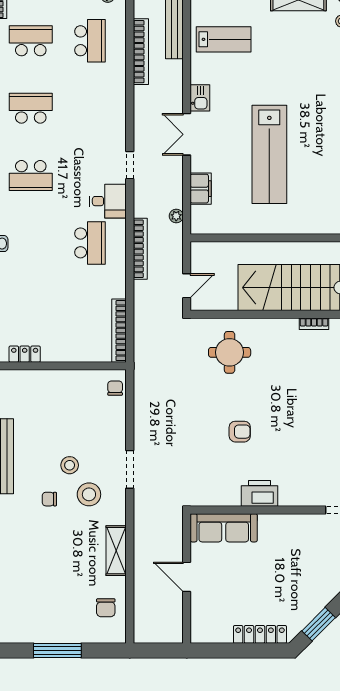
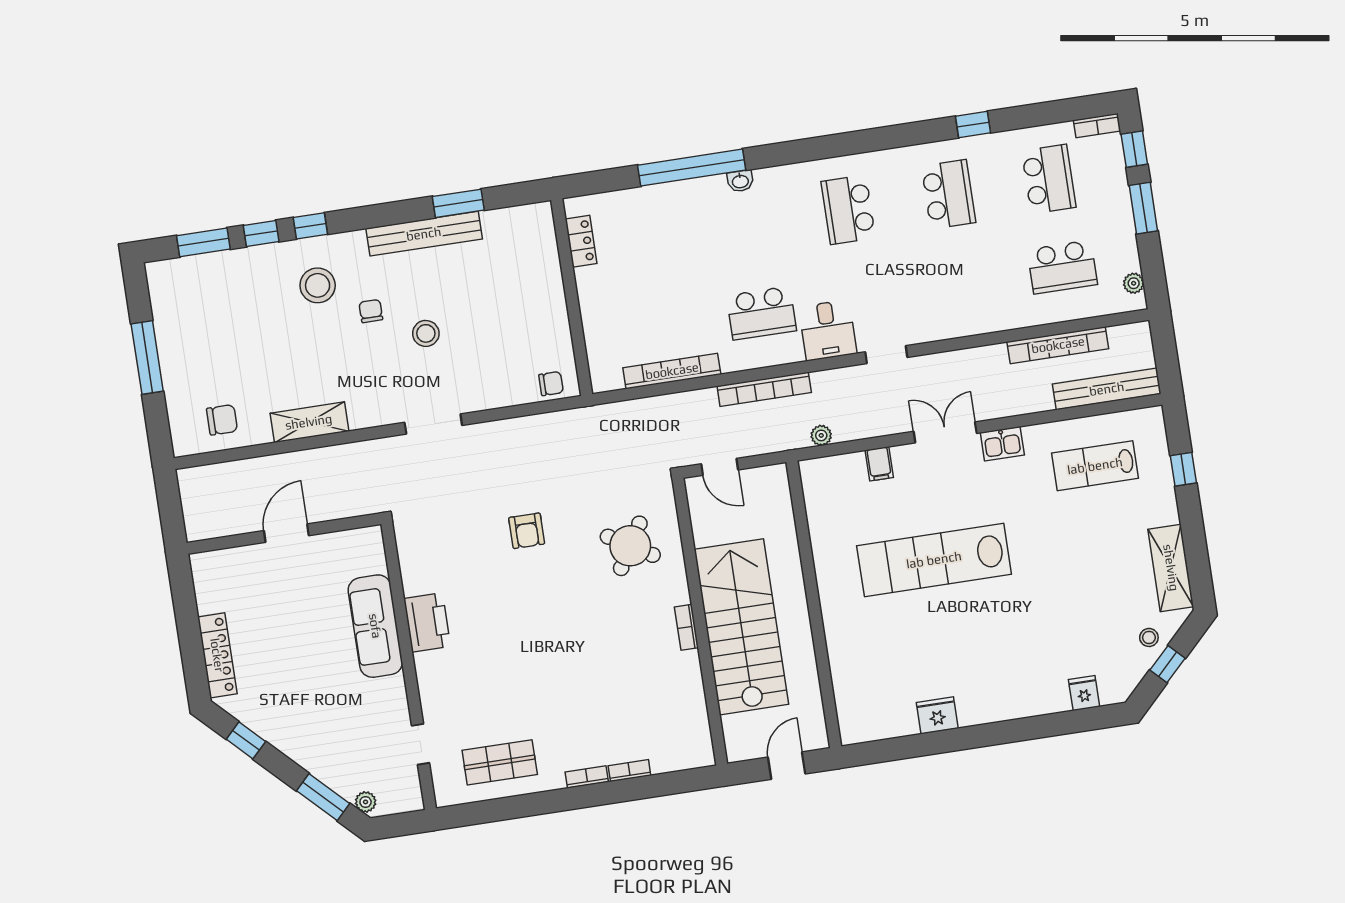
lab bench: (224, 39) -> (1095, 466), turned 90
filing cabinet: (201, 189) -> (879, 464), width x0.50
bookcase: (314, 324) -> (686, 627), moved
bookcase: (119, 331) -> (672, 371), moved
round table: (230, 352) -> (630, 546), turned 31
armchair: (240, 432) -> (527, 531), moved
stool: (89, 494) -> (318, 285), moved
sofa: (224, 528) -> (375, 626), moved
chair: (106, 608) -> (222, 420), turned 180
window: (319, 624) -> (246, 740), width x0.67

